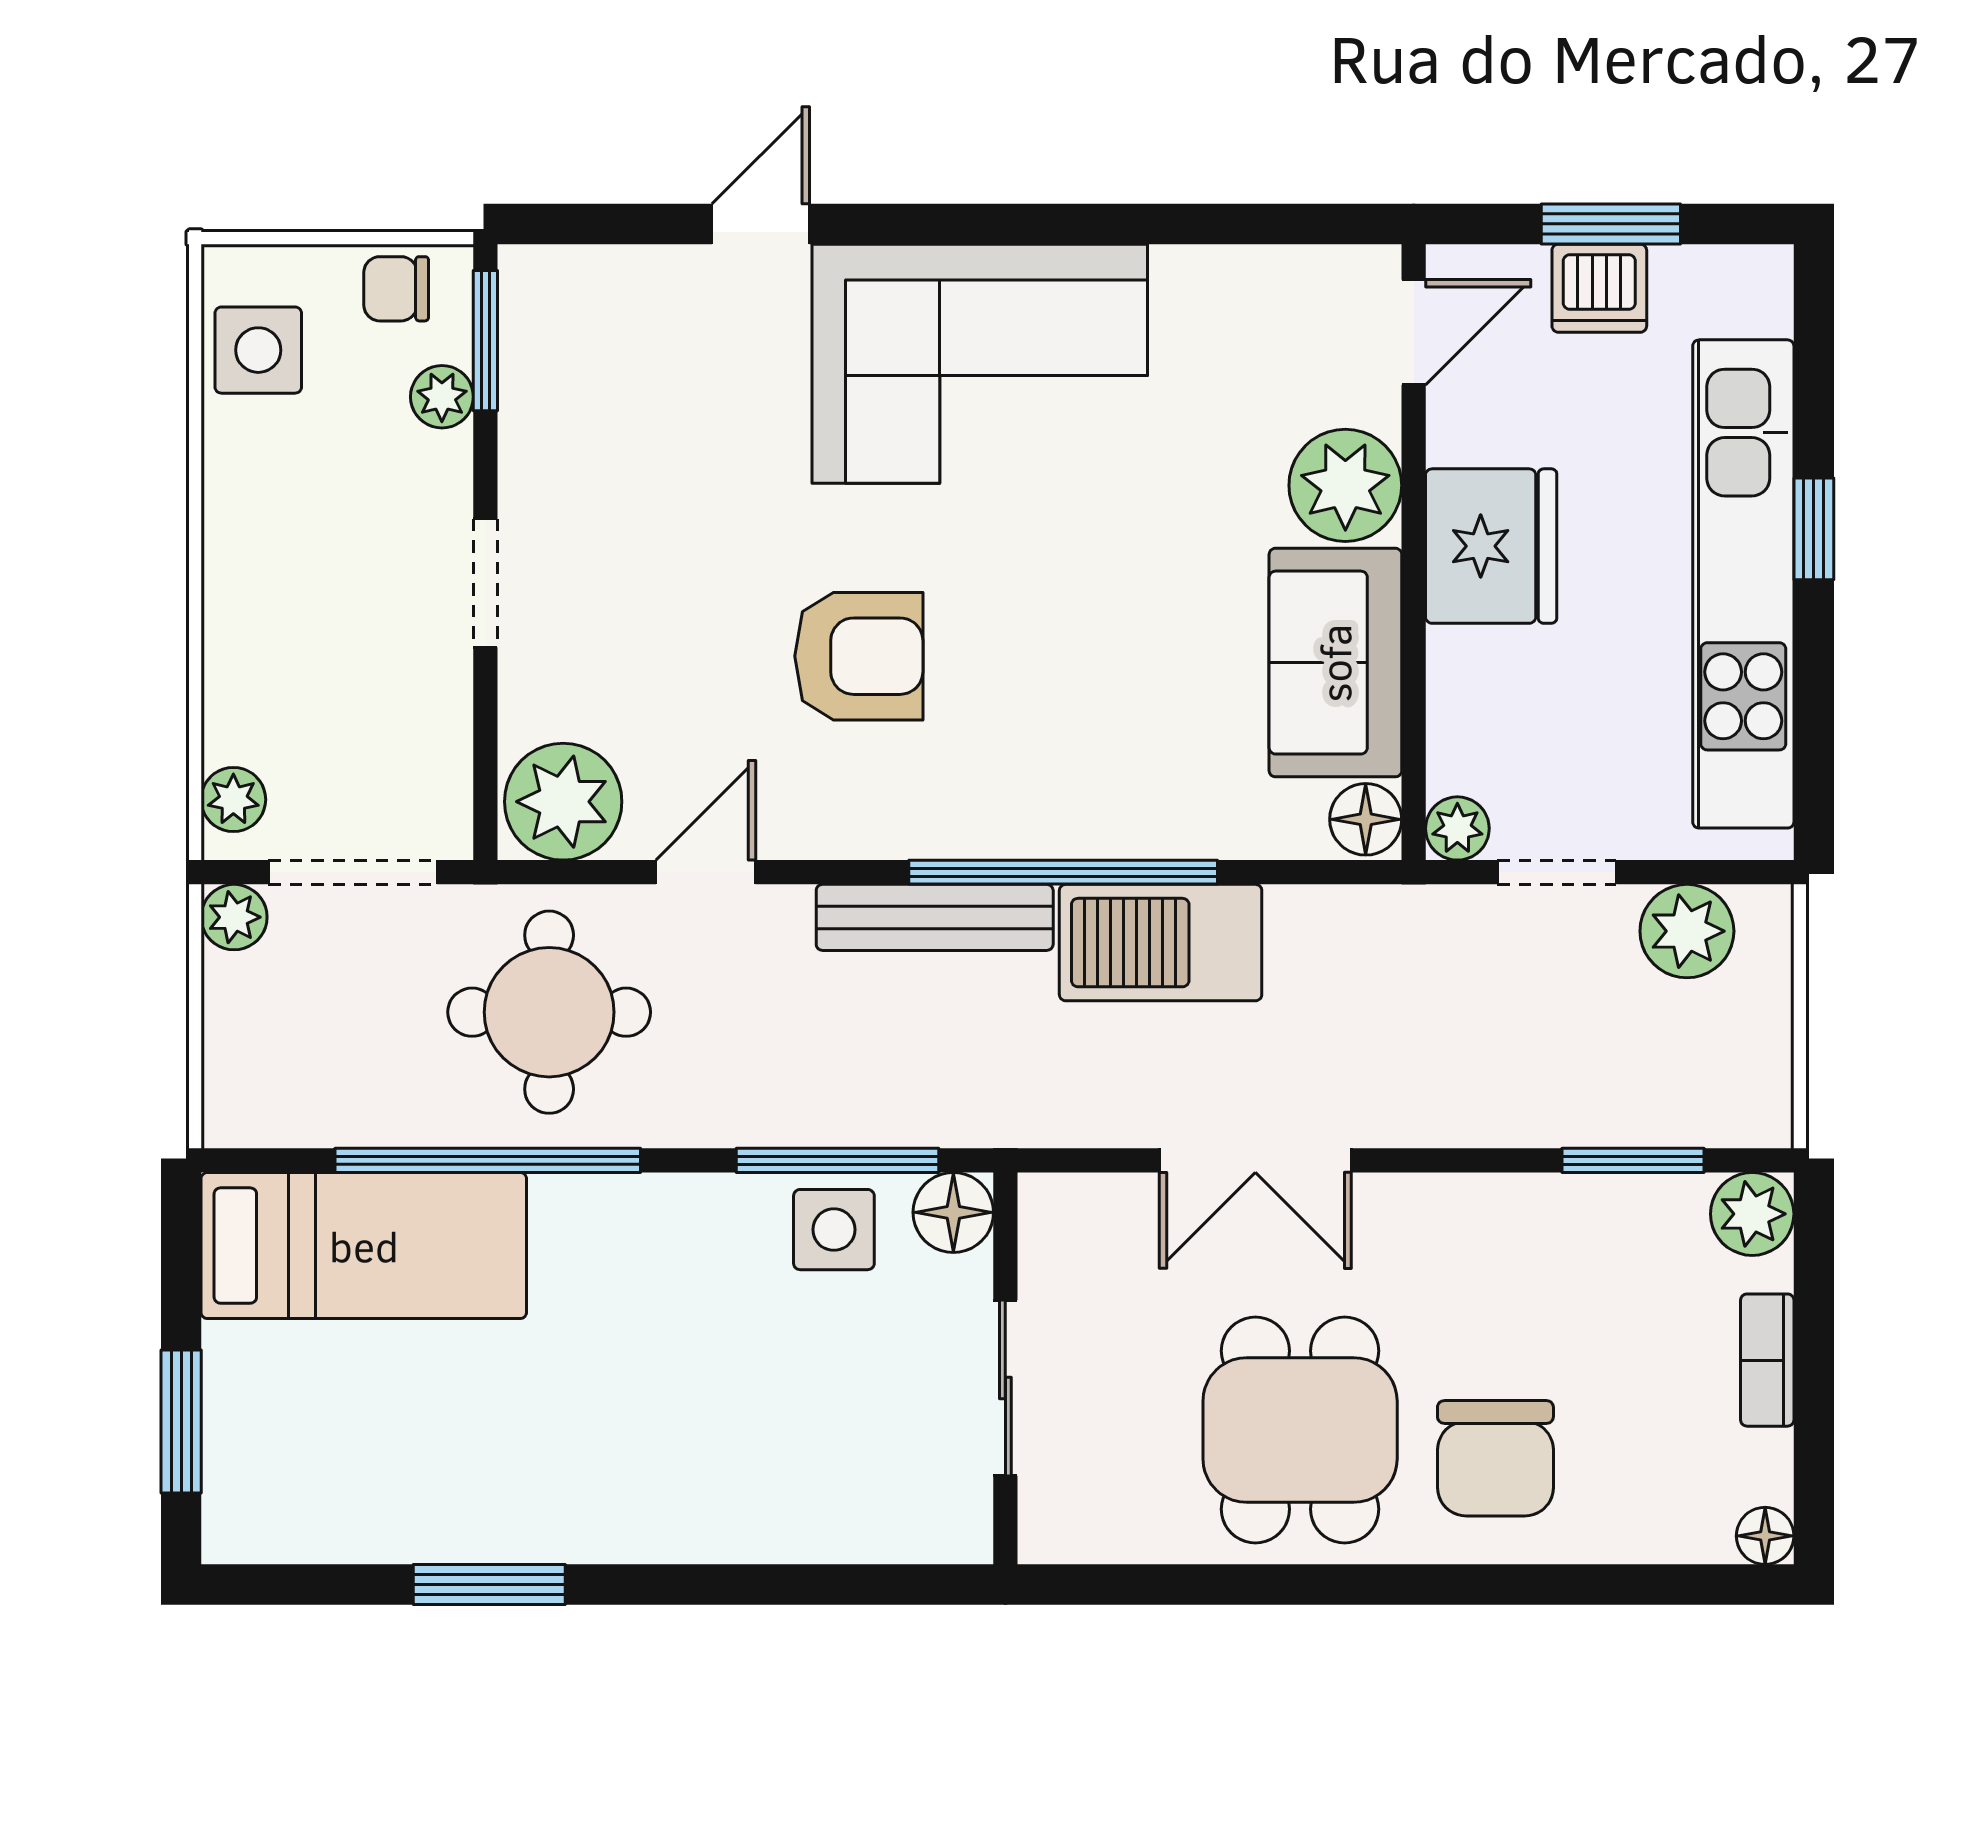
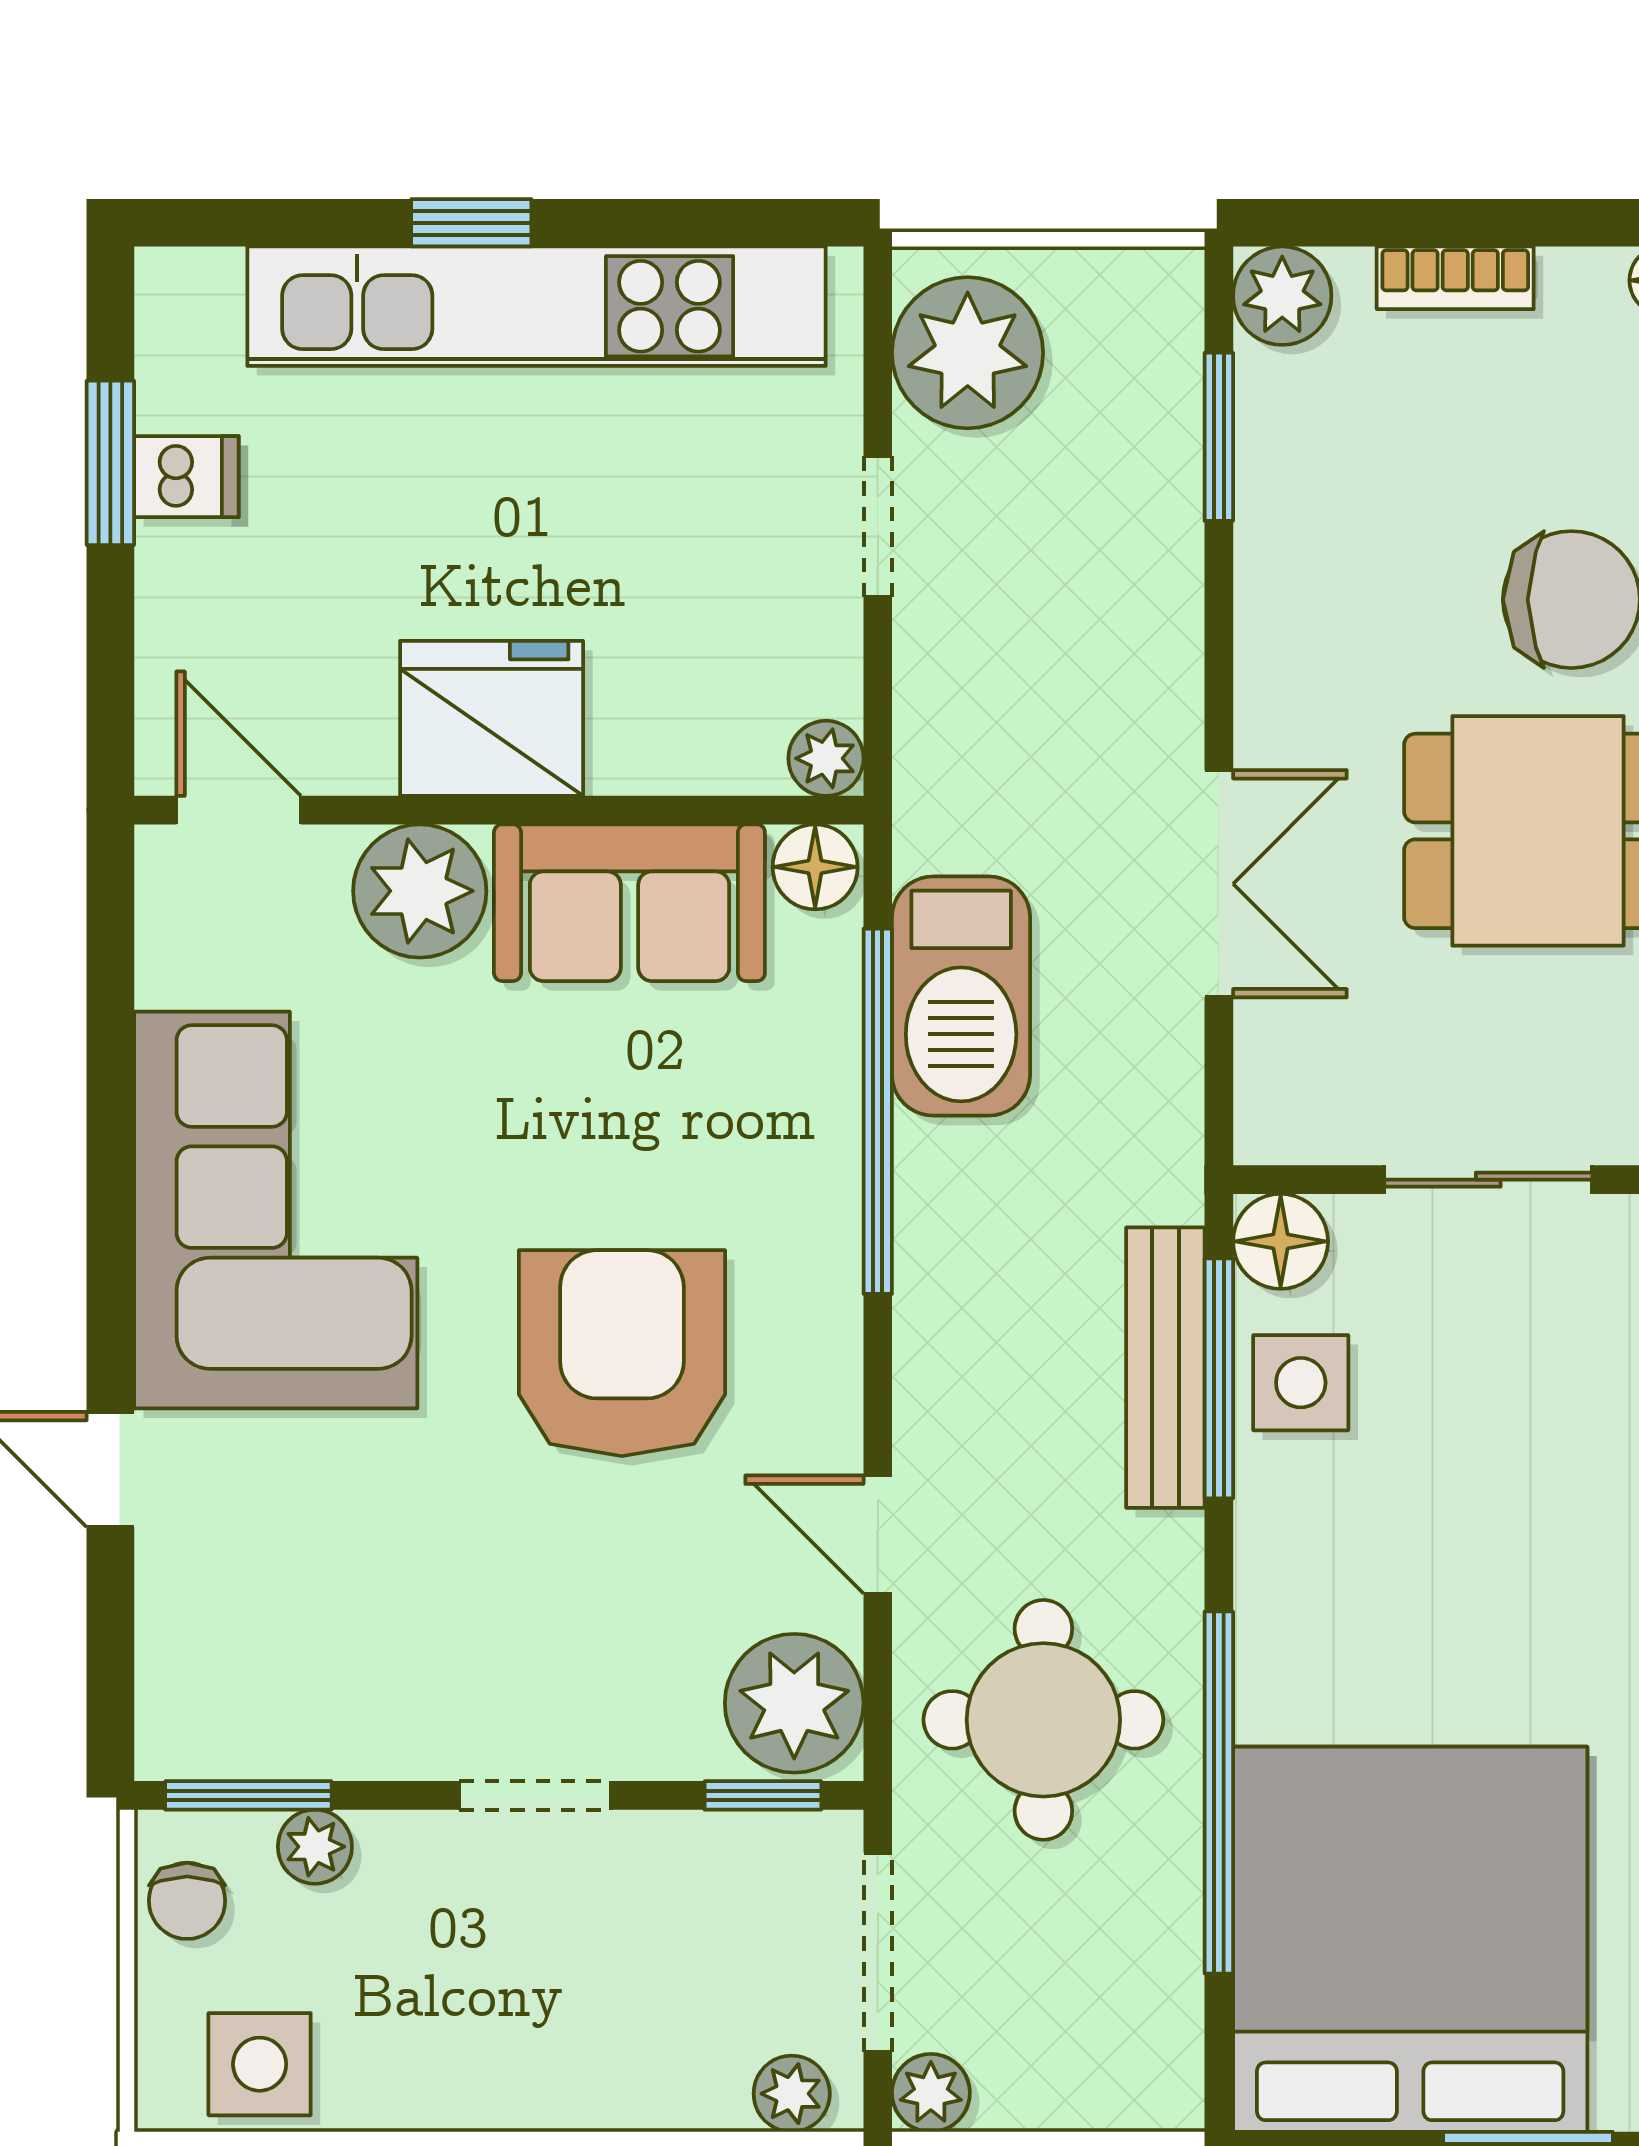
dishwasher: (1599, 288) -> (186, 477), width x0.73
door: (1414, 332) -> (239, 810), moved
plant: (1345, 485) -> (420, 891), moved
fridge: (1491, 546) -> (492, 718), moved
wall: (1414, 552) -> (499, 810), moved
armchair: (859, 656) -> (622, 1353), width x1.36, depth x1.36
sofa: (1335, 663) -> (629, 903), moved
window: (485, 775) -> (763, 1795), added
floor lamp: (1366, 819) -> (815, 867), moved
plant: (1457, 828) -> (826, 758), moved
bench: (935, 917) -> (1165, 1368), moved
plant: (1687, 931) -> (968, 353), width x1.36, depth x1.36
bed: (364, 1246) -> (1410, 1939), width x2.04

